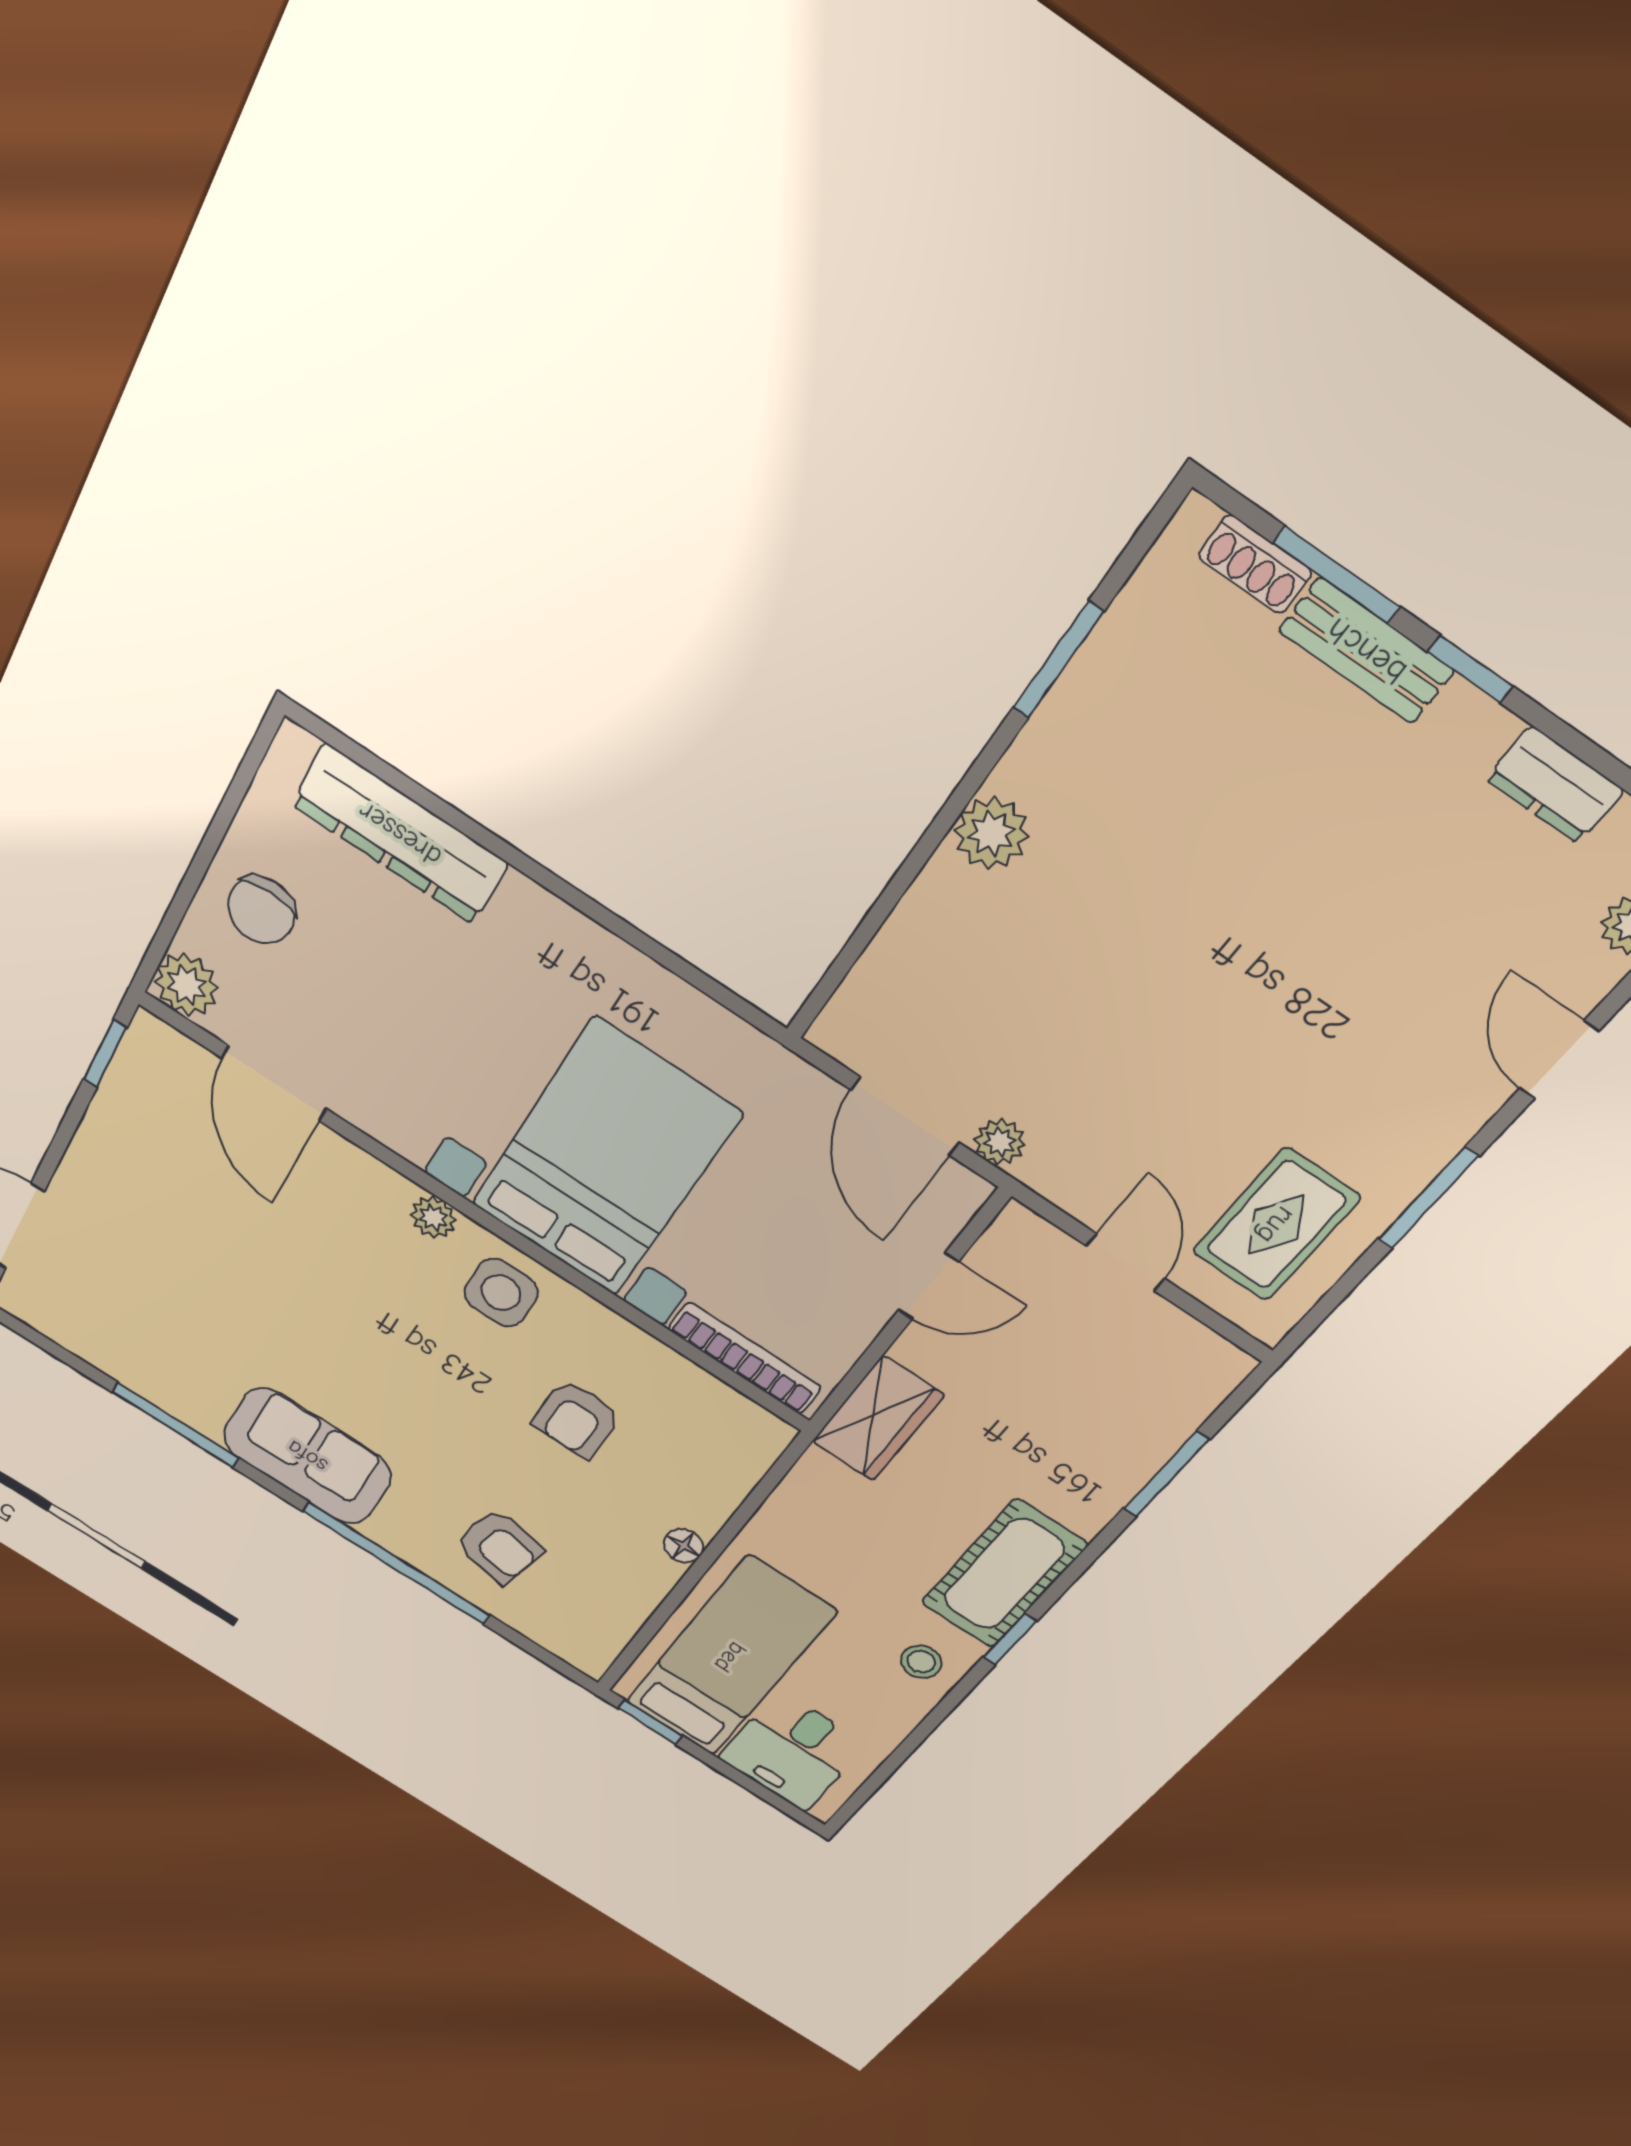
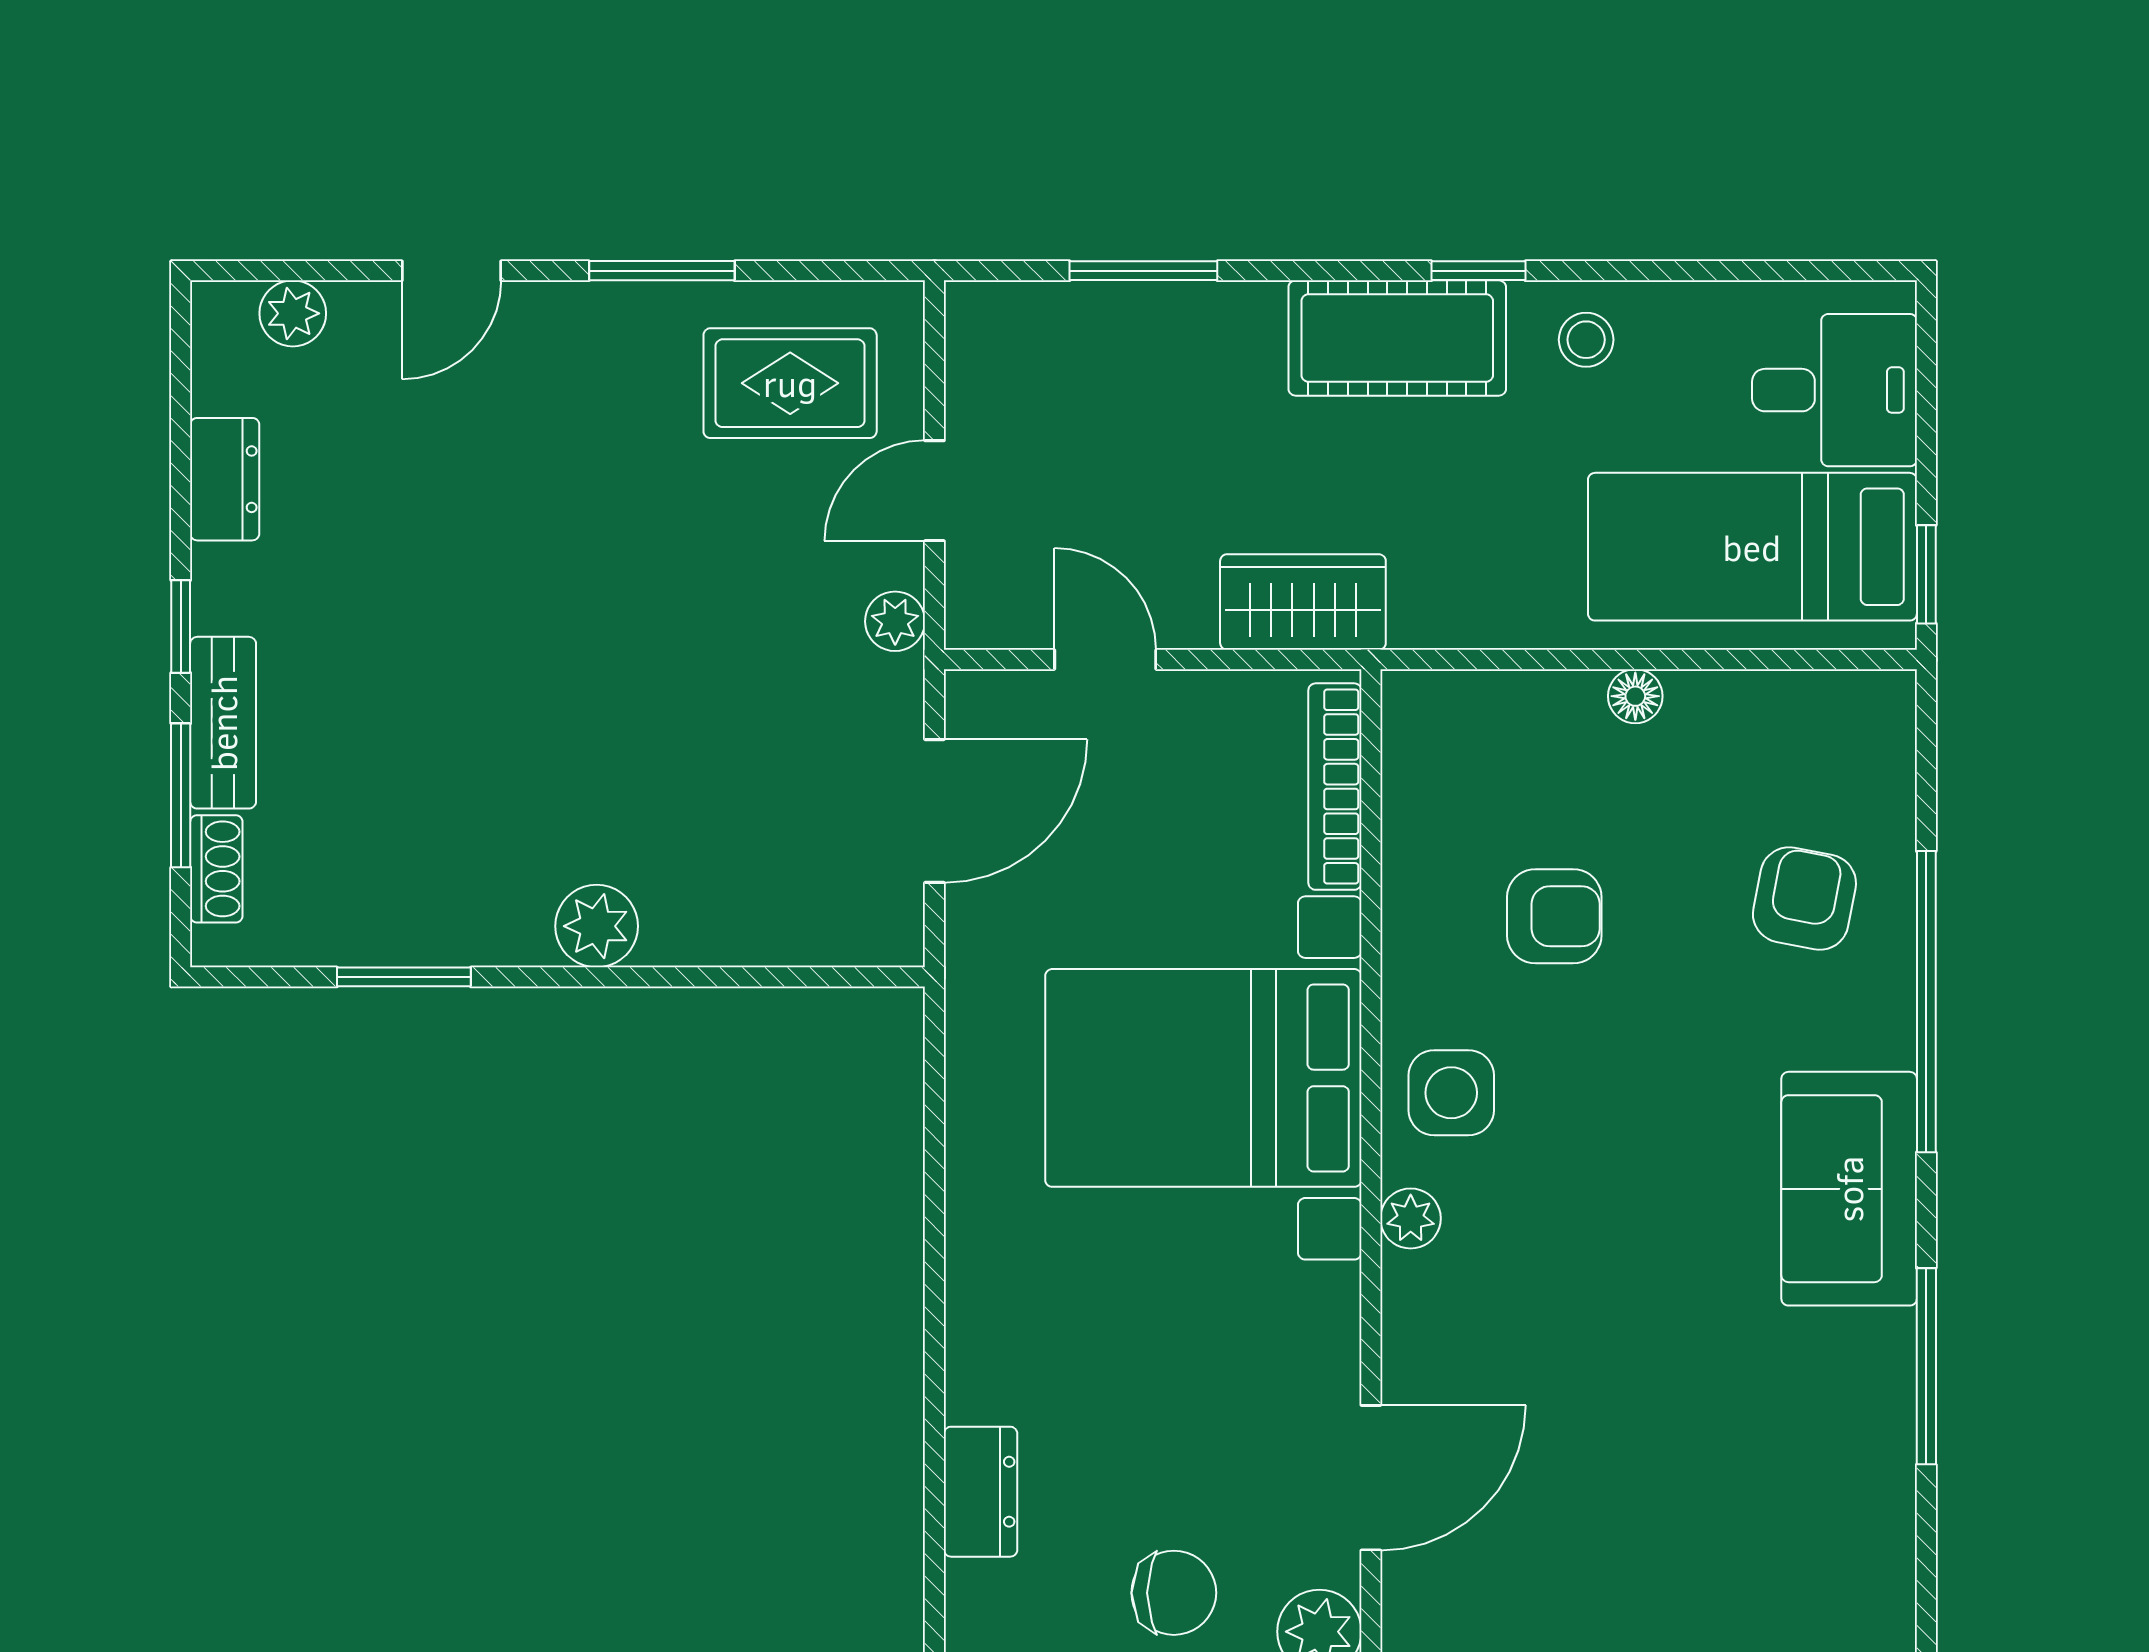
dresser: (400, 834) -> (981, 1492), width x0.51, depth x0.80
plant: (1000, 1142) -> (895, 621), moved

